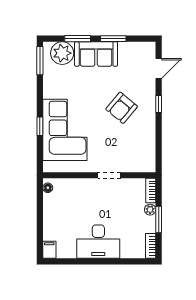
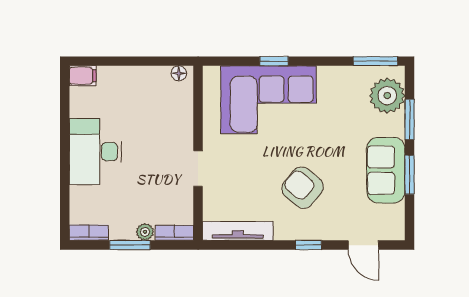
sofa: (96, 54) -> (386, 170), moved
tv unit: (150, 150) -> (238, 231), added

